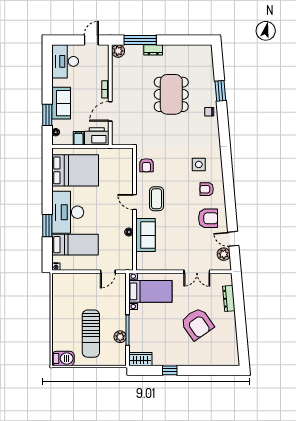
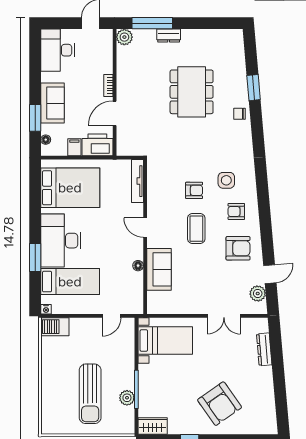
tv unit: (128, 165) -> (137, 181), added
armchair: (146, 165) -> (194, 190), moved, turned -90
coffee table: (156, 199) -> (196, 229), moved
door: (233, 239) -> (270, 274), swing flipped
armchair: (197, 324) -> (220, 404), moved
barbecue: (63, 358) -> (55, 327), moved, turned 180

